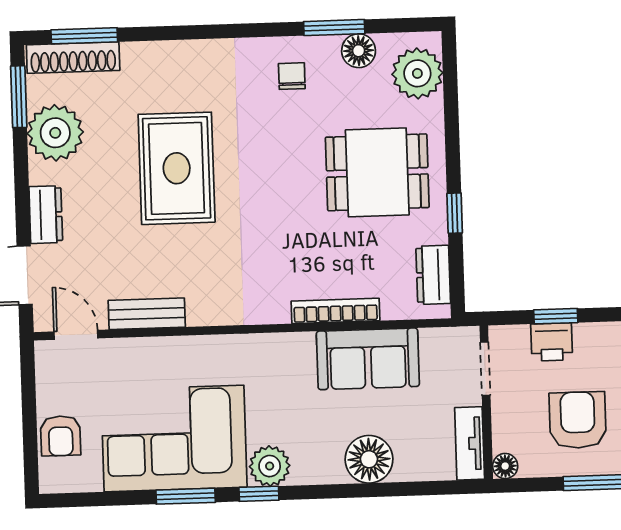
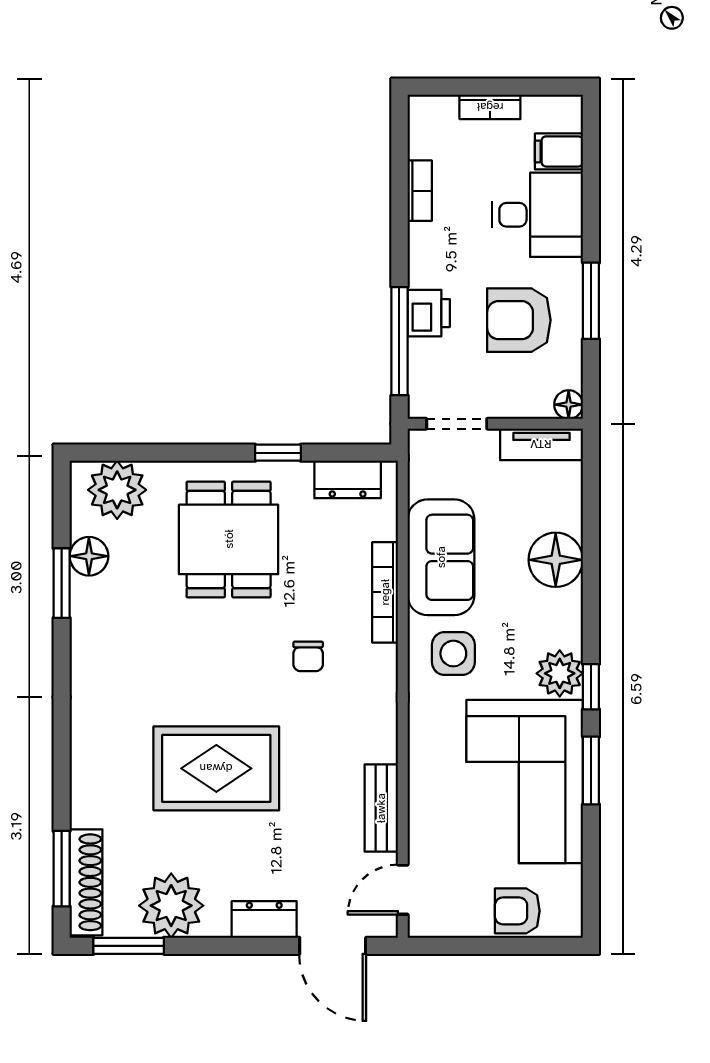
chair: (292, 76) -> (308, 656), moved, turned -90
window: (556, 316) -> (399, 341), width x2.17
printer: (552, 342) -> (429, 313), moved
side table: (284, 372) -> (453, 654), added
armchair: (61, 436) -> (517, 911), turned 180

